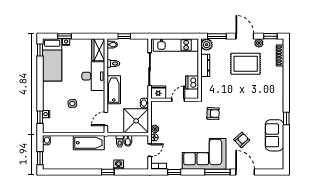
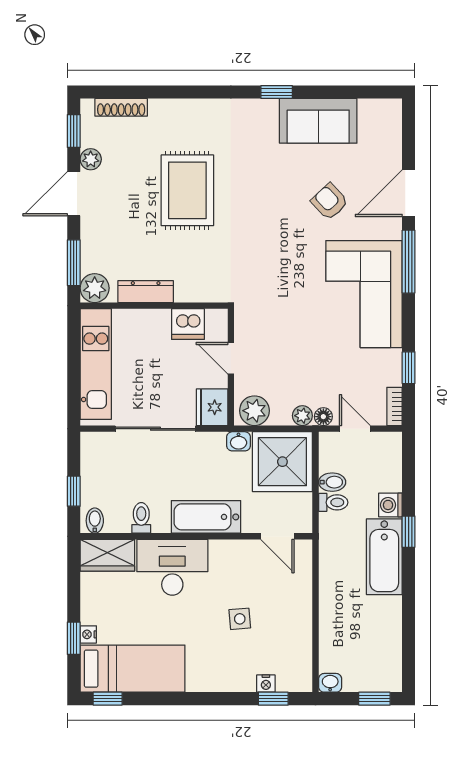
rug: (246, 64) -> (187, 190), moved
plant: (157, 109) -> (254, 411), added
armchair: (213, 114) -> (265, 272), removed
bathtub: (89, 143) -> (384, 557), moved, turned 180

